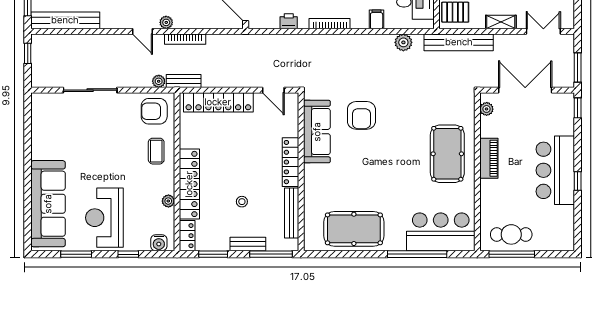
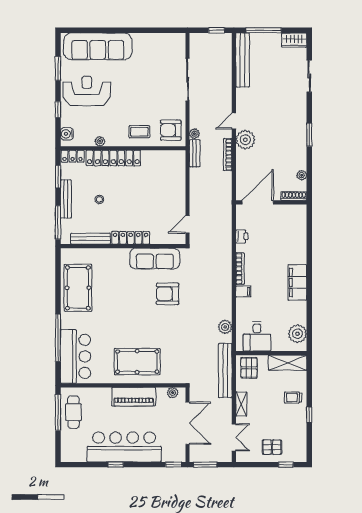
filing cabinet: (377, 19) -> (243, 291), moved
plant: (166, 22) -> (245, 140), width x1.87, depth x1.87
locker: (218, 102) -> (178, 181), removed
armchair: (154, 111) -> (171, 130), turned -90
piano: (489, 158) -> (134, 397), width x1.37, depth x1.33
bar counter: (555, 170) -> (124, 447), width x1.36
bench: (248, 244) -> (66, 199), width x1.36

